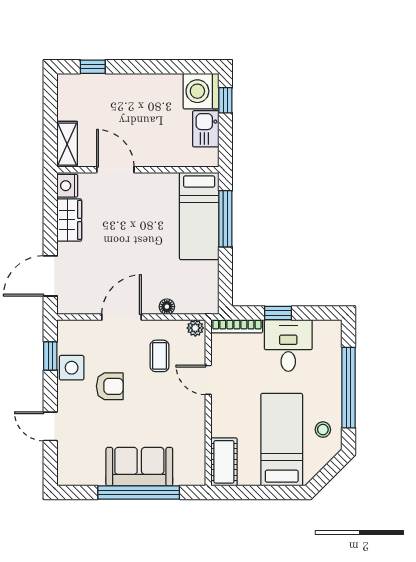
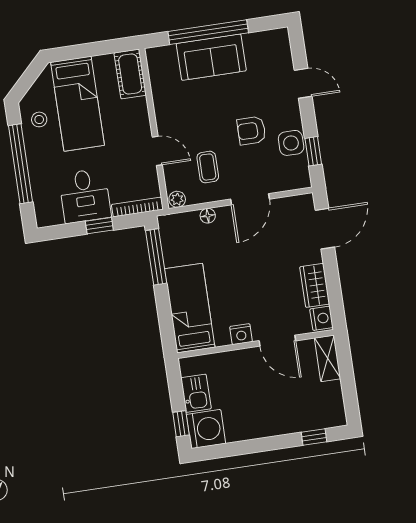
nightstand: (151, 182) -> (241, 334), added
window: (225, 219) -> (156, 257), moved

